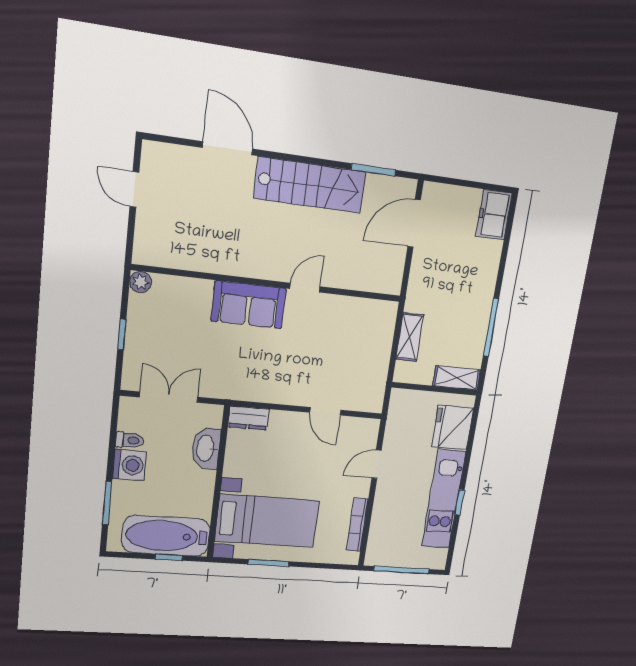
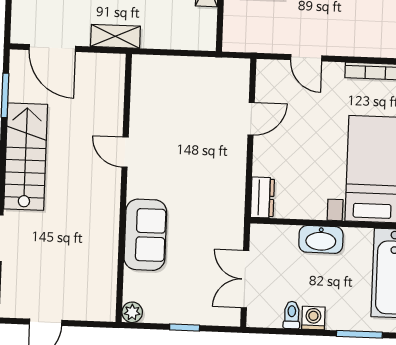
sofa: (249, 305) -> (145, 235), moved
shelving: (410, 337) -> (115, 36), moved
washbasin: (206, 448) -> (321, 239), moved
washing machine: (129, 465) -> (313, 318), width x0.73, depth x0.73

